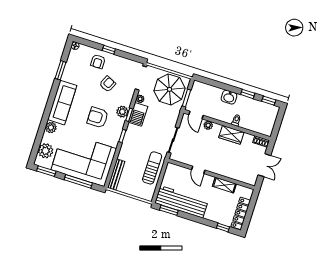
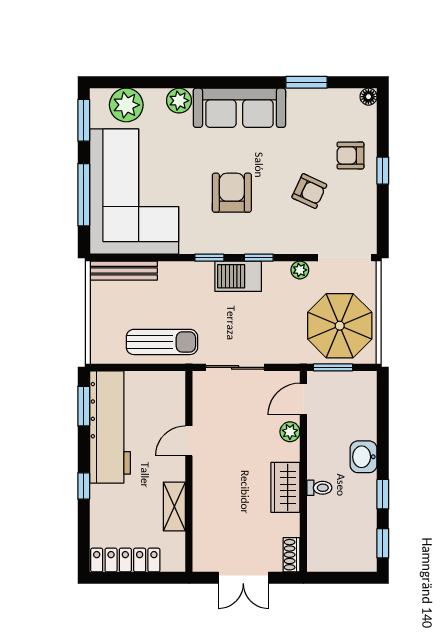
plant: (122, 112) -> (261, 241), removed
barbecue: (138, 114) -> (238, 276), moved
window: (223, 227) -> (84, 486), moved

